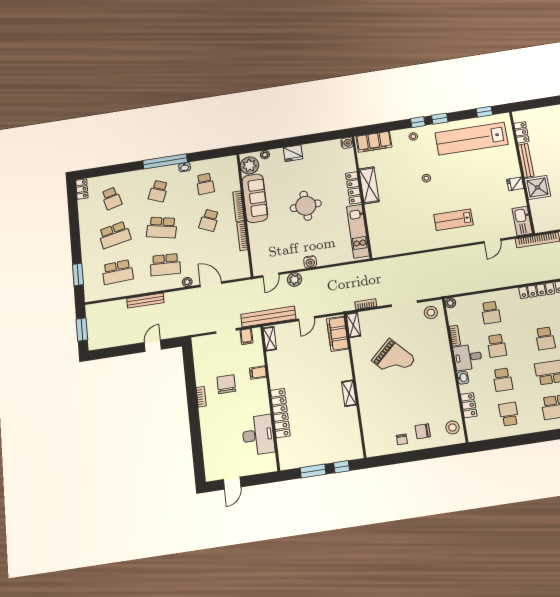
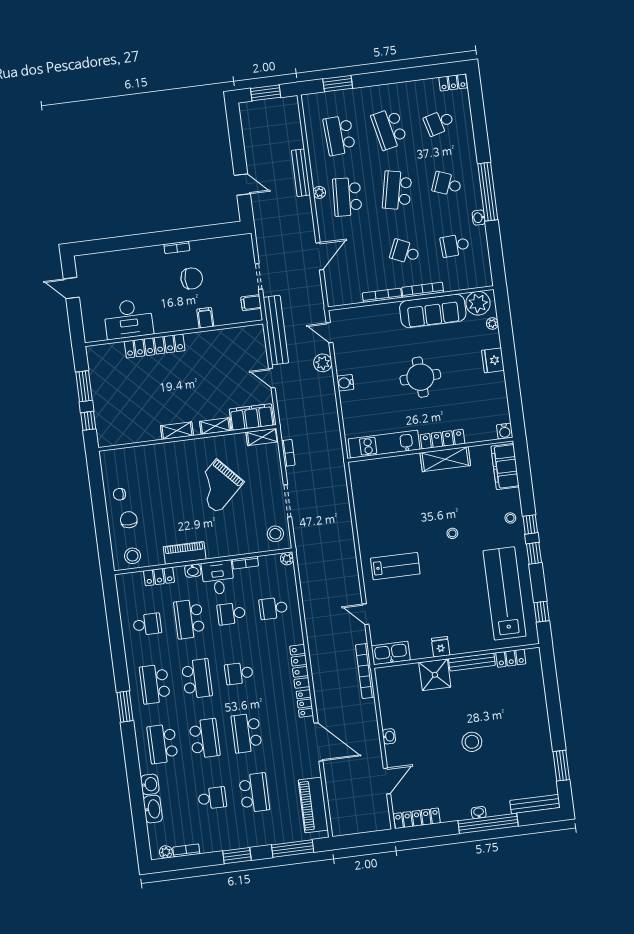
lab bench: (453, 220) -> (395, 566), turned 90
plant: (187, 282) -> (319, 192), moved
shelving: (270, 339) -> (215, 426), moved
school desk: (503, 380) -> (189, 619), width x1.85
piano: (449, 385) -> (185, 553), added

